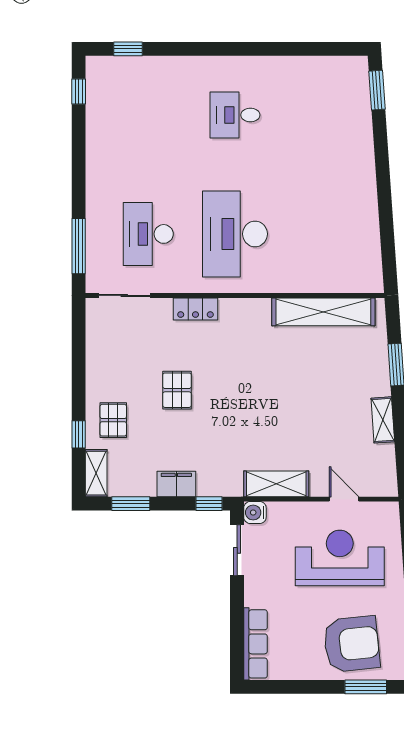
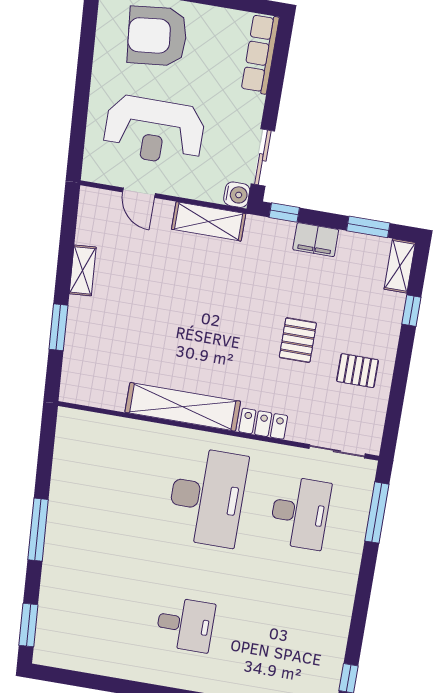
window: (383, 178) -> (38, 530), added
shelving: (323, 312) -> (183, 407), moved
pallet: (113, 420) -> (358, 371), moved, turned 90

